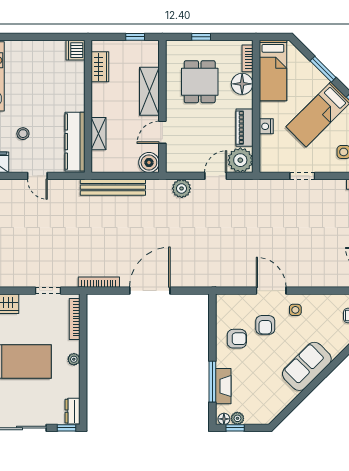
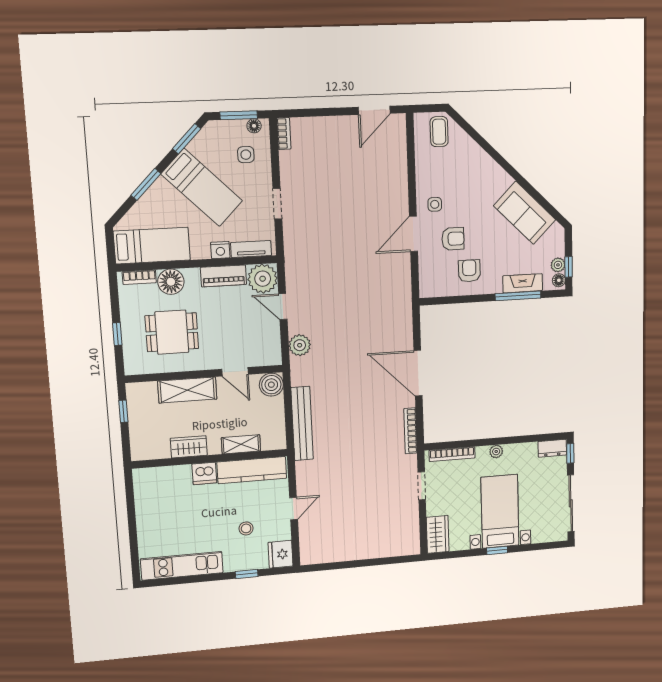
dishwasher: (75, 50) -> (204, 473), moved
wardrobe: (100, 67) -> (189, 447), moved
tv unit: (266, 152) -> (251, 249), added
sofa: (307, 366) -> (525, 213), moved

